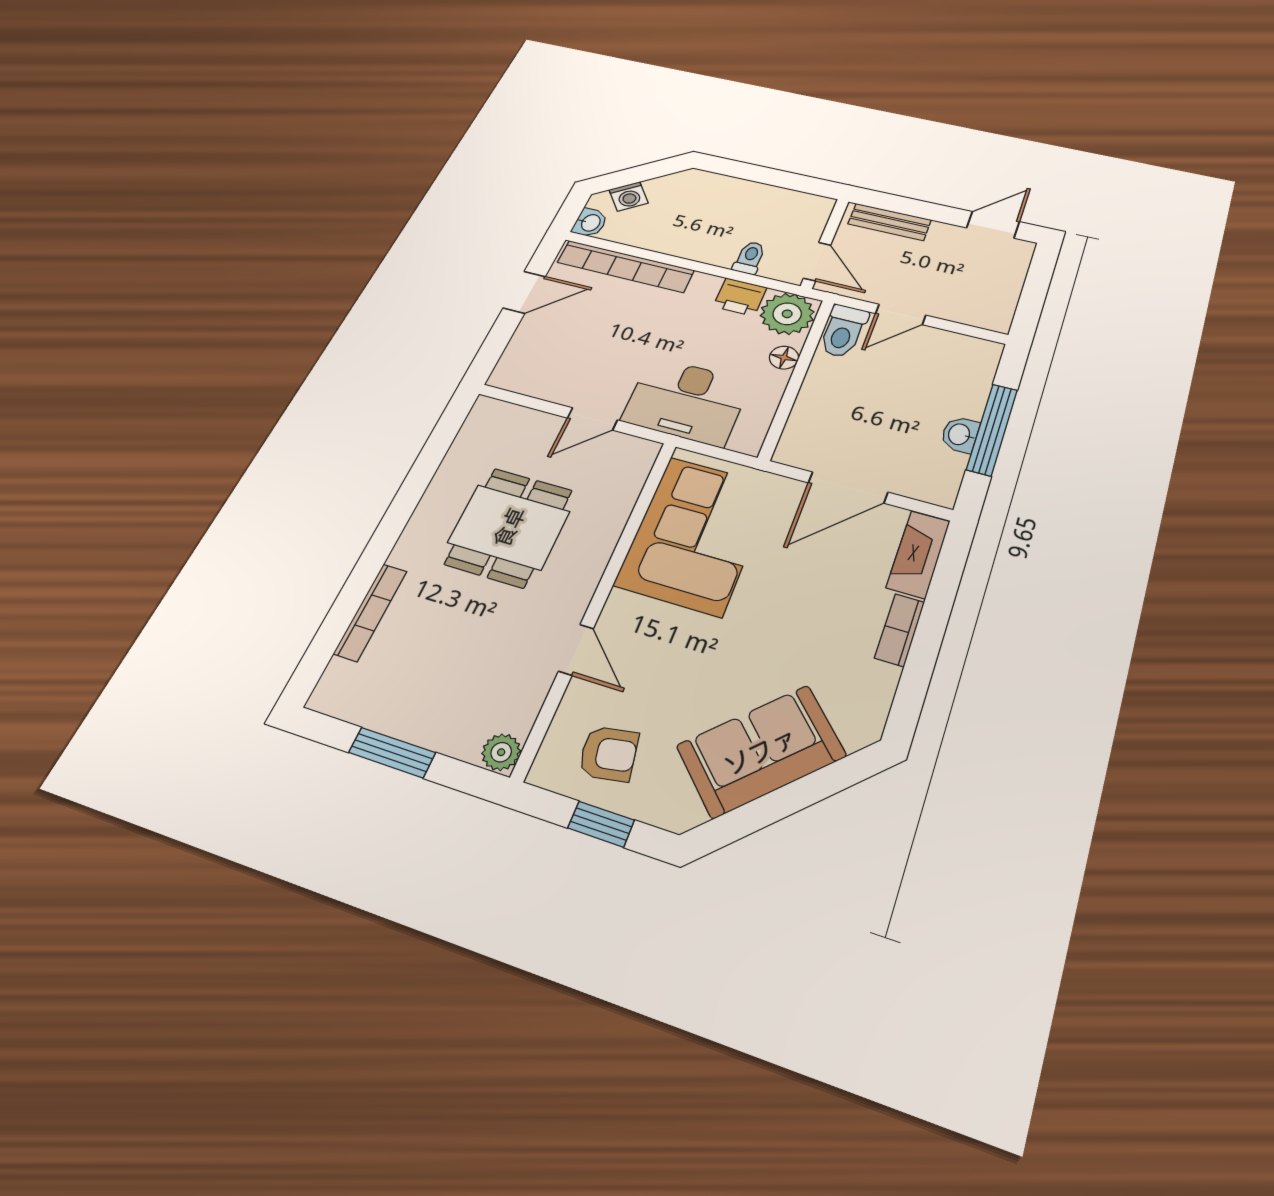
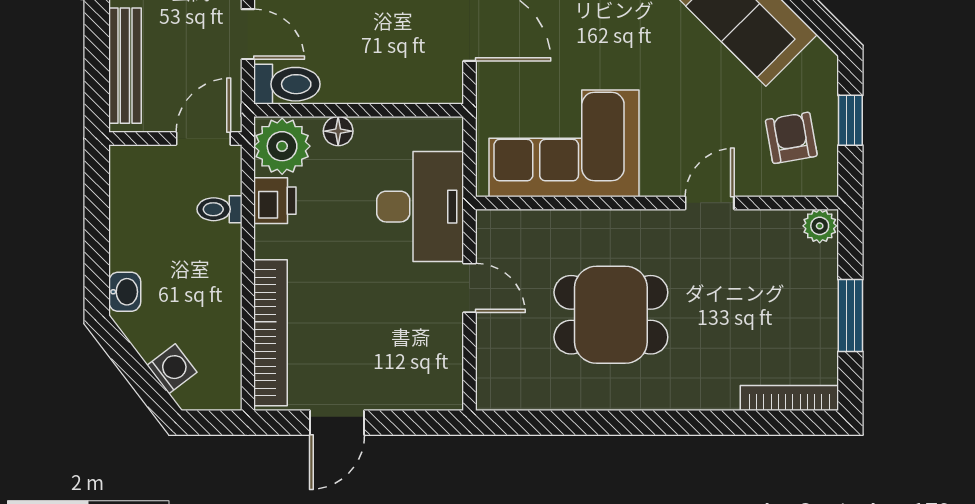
bench: (889, 222) -> (125, 66), width x1.36
washbasin: (590, 223) -> (125, 292), moved, turned 90
door: (524, 292) -> (337, 423), swing flipped
bookcase: (370, 612) -> (789, 398), moved

